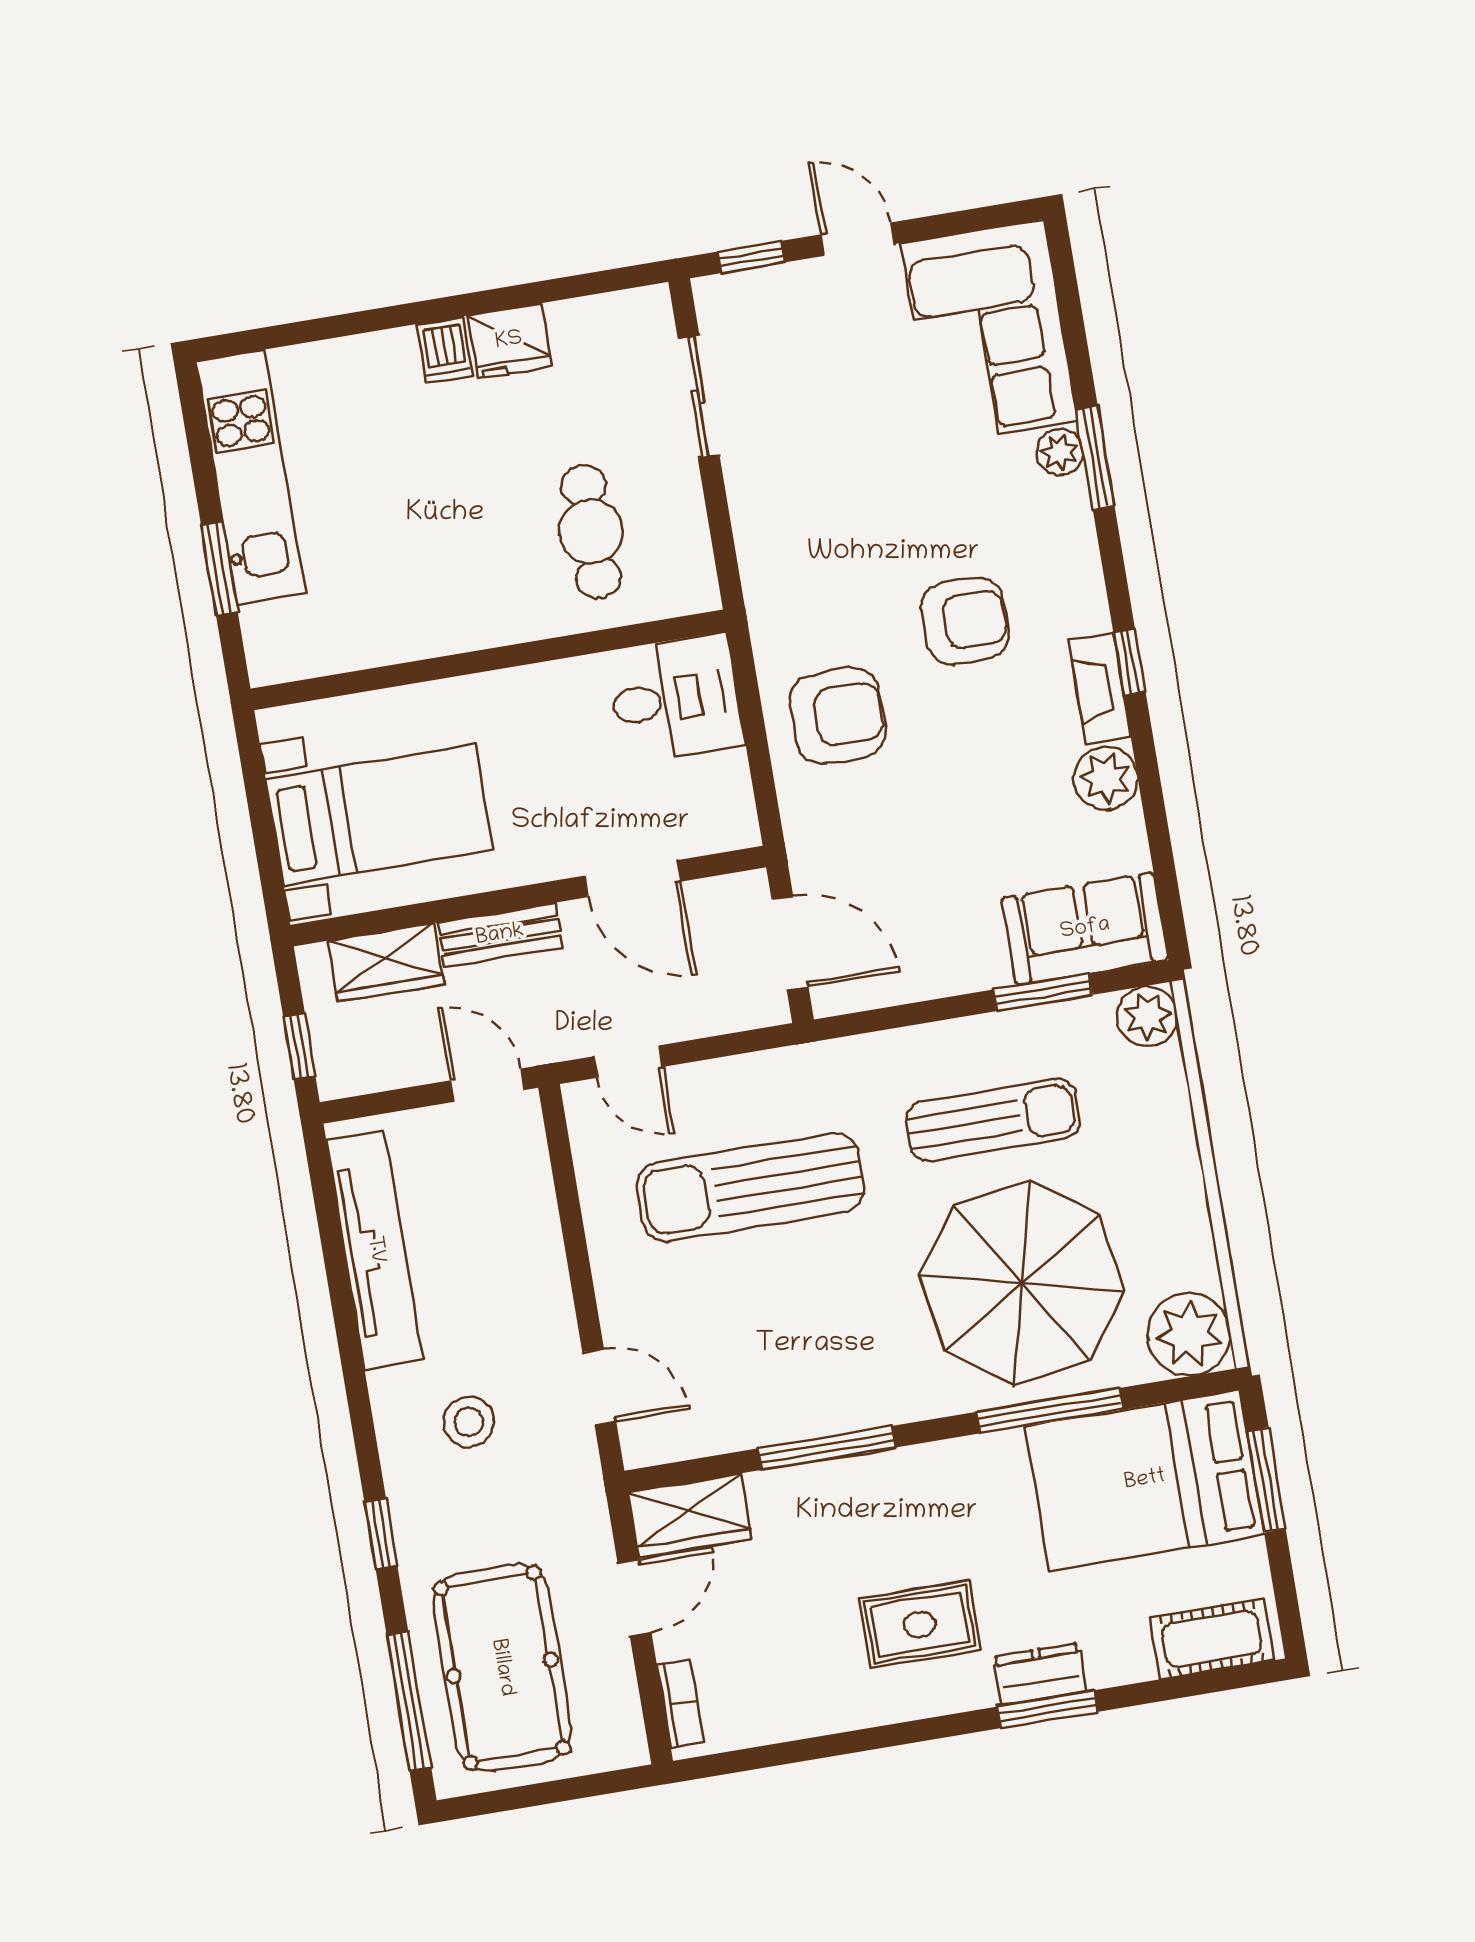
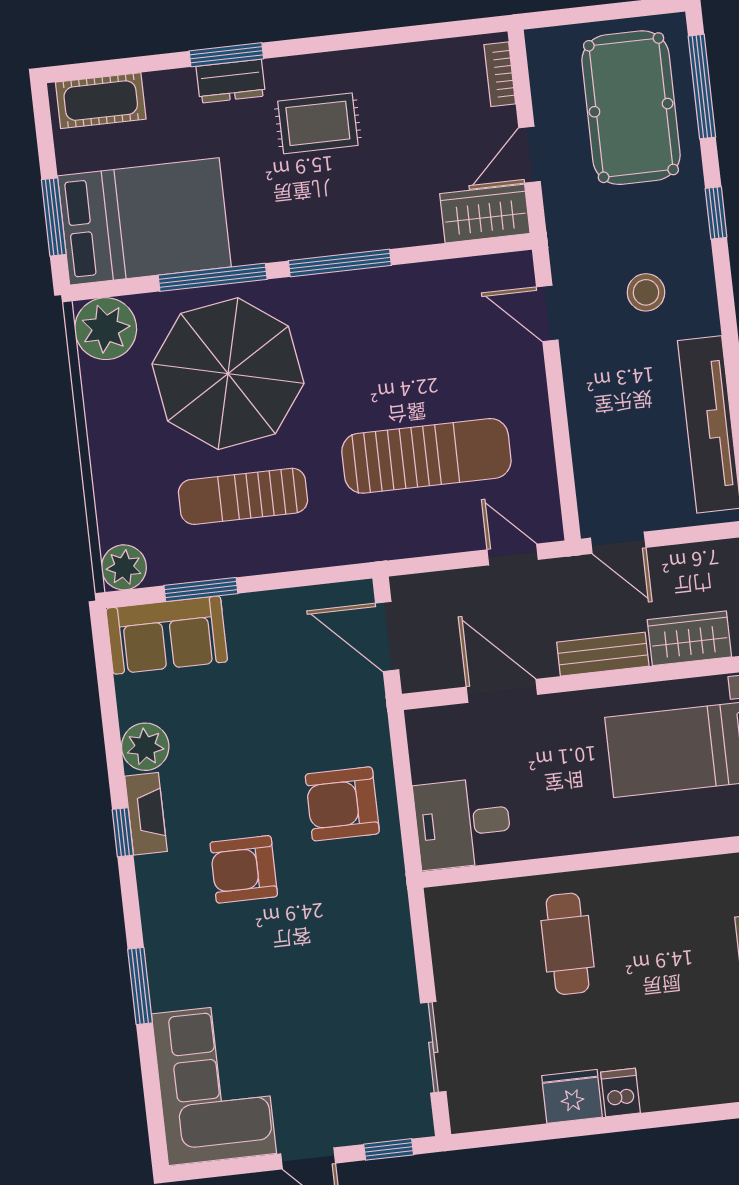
plant: (1060, 452) -> (166, 992), removed
cafe table: (591, 531) -> (568, 944), moved
window: (827, 1448) -> (340, 263), moved

